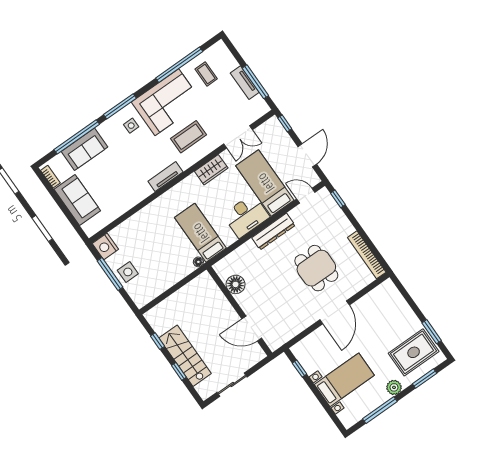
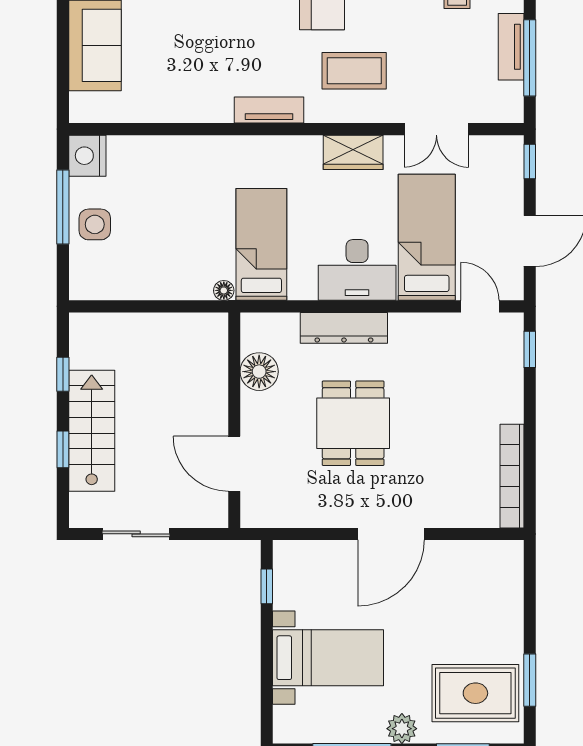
dresser: (273, 231) -> (344, 328), moved
dining table: (316, 268) -> (353, 423), moved

